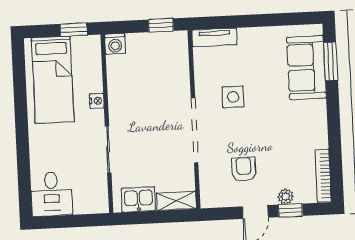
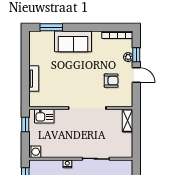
tv unit: (215, 37) -> (34, 79), moved
sofa: (306, 68) -> (73, 41), moved
side table: (233, 97) -> (69, 85), removed
armchair: (244, 169) -> (111, 81), turned 180
kitchen sink: (138, 200) -> (44, 116), moved, turned -90

